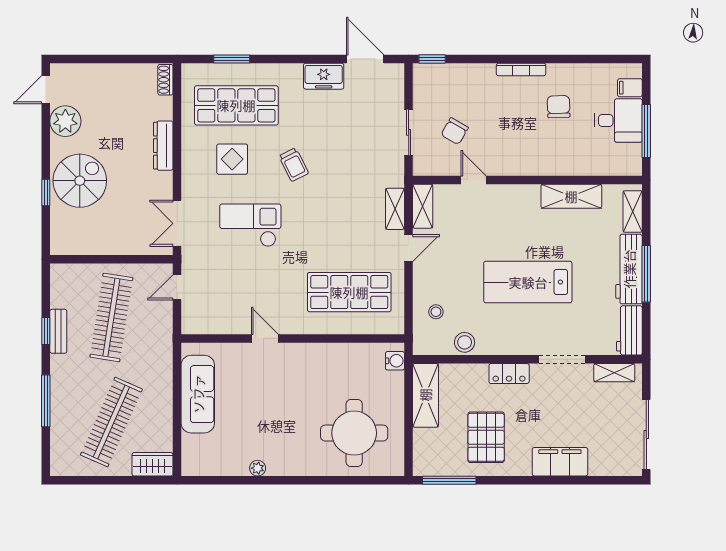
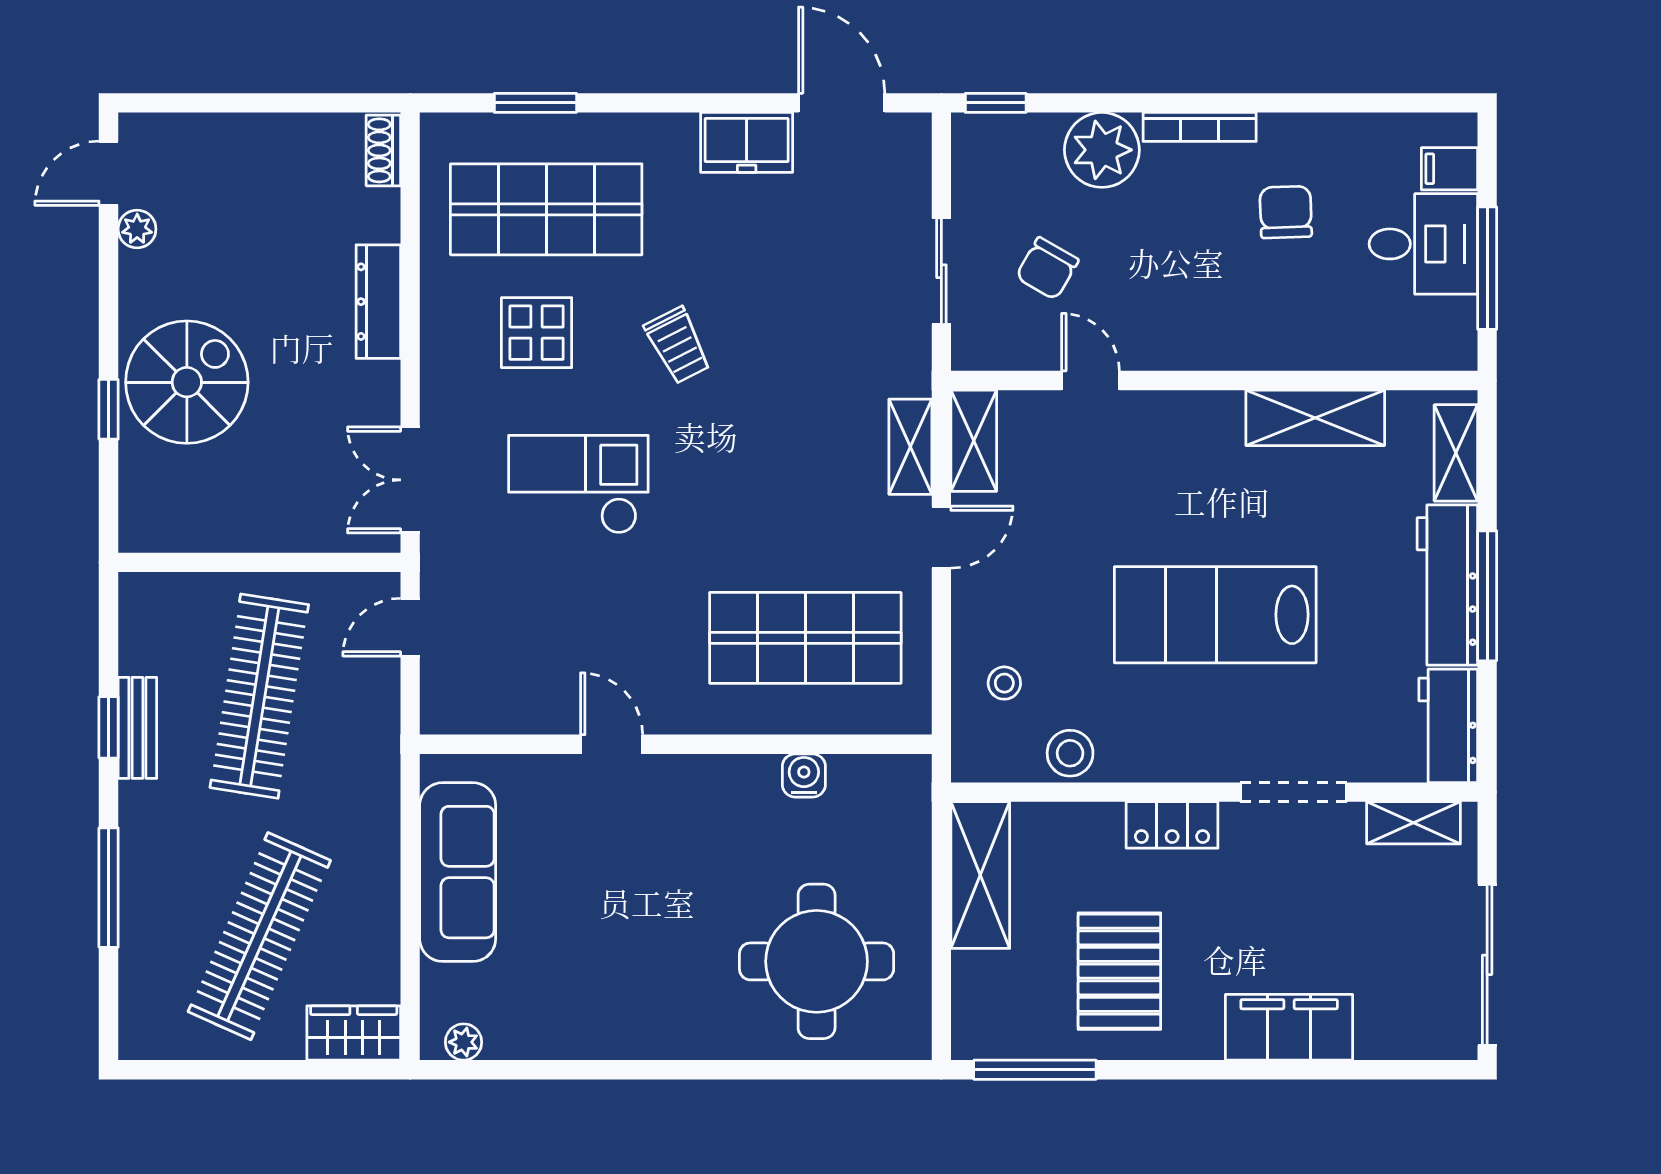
plant: (478, 79) -> (1102, 150), added
plant: (65, 121) -> (137, 229), width x0.53, depth x0.53
water cooler: (395, 361) -> (804, 775), moved, turned -90
plant: (258, 468) -> (464, 1042), moved

